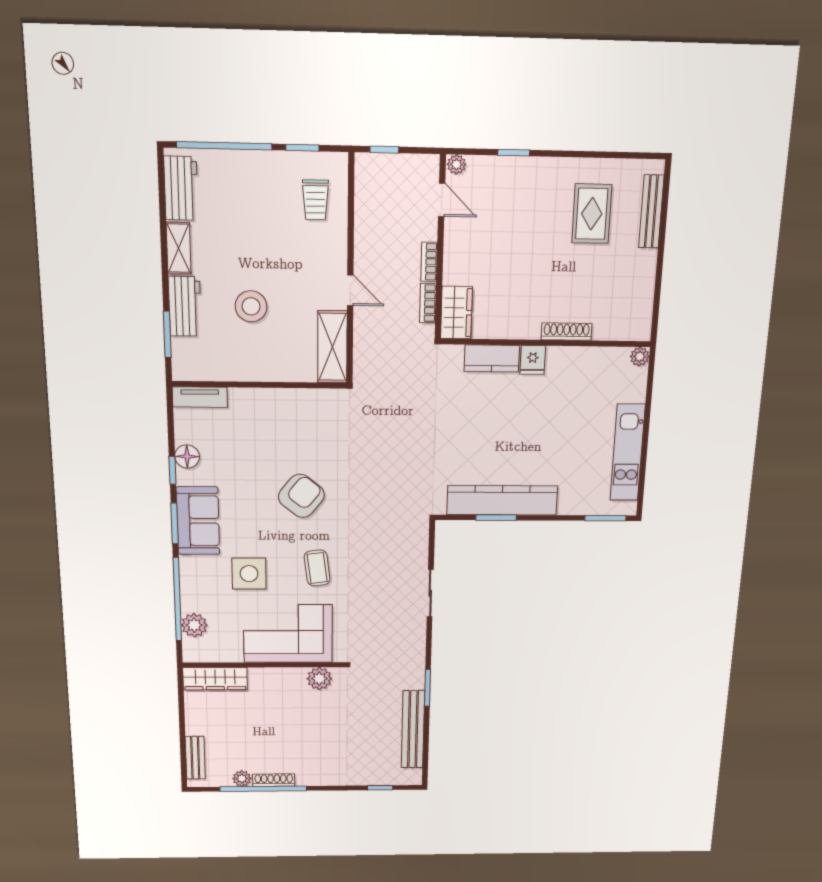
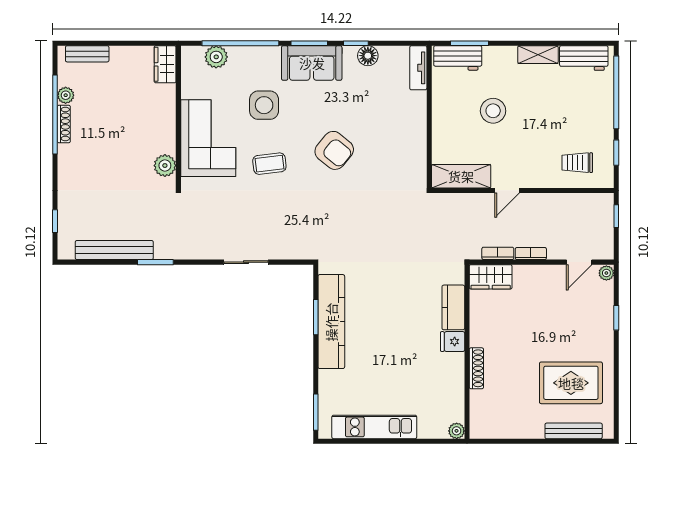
rug: (592, 214) -> (571, 383), width x1.36, depth x1.43
workbench: (185, 306) -> (458, 58), moved
wardrobe: (215, 679) -> (165, 64), width x0.67

